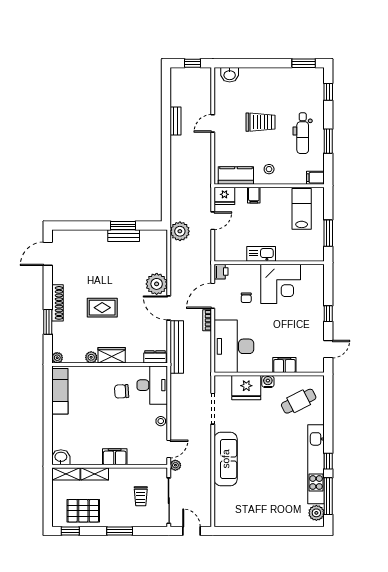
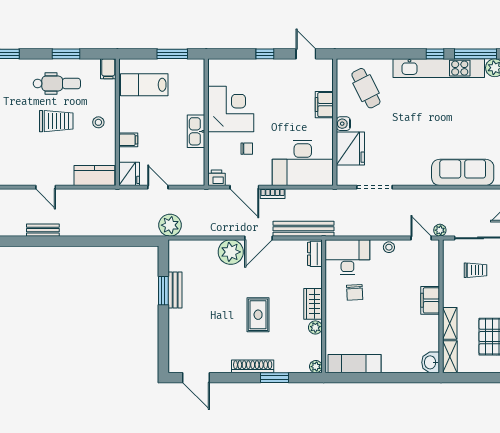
trolley: (261, 122) -> (56, 121), moved, turned 90
kitchen counter: (236, 175) -> (94, 175), moved, turned 90
sofa: (226, 459) -> (463, 172), moved

